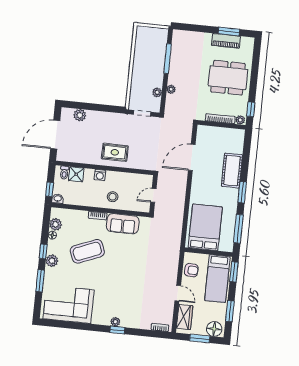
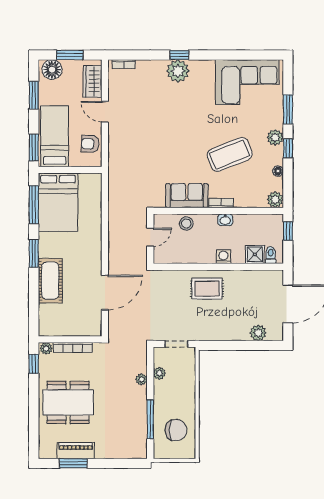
chair: (149, 48) -> (176, 430), added
stool: (113, 197) -> (186, 224), moved
washbasin: (58, 199) -> (225, 220), moved
plant: (56, 224) -> (275, 200), moved
bed: (205, 227) -> (58, 202), moved
plant: (115, 322) -> (178, 71), width x1.87, depth x1.87

